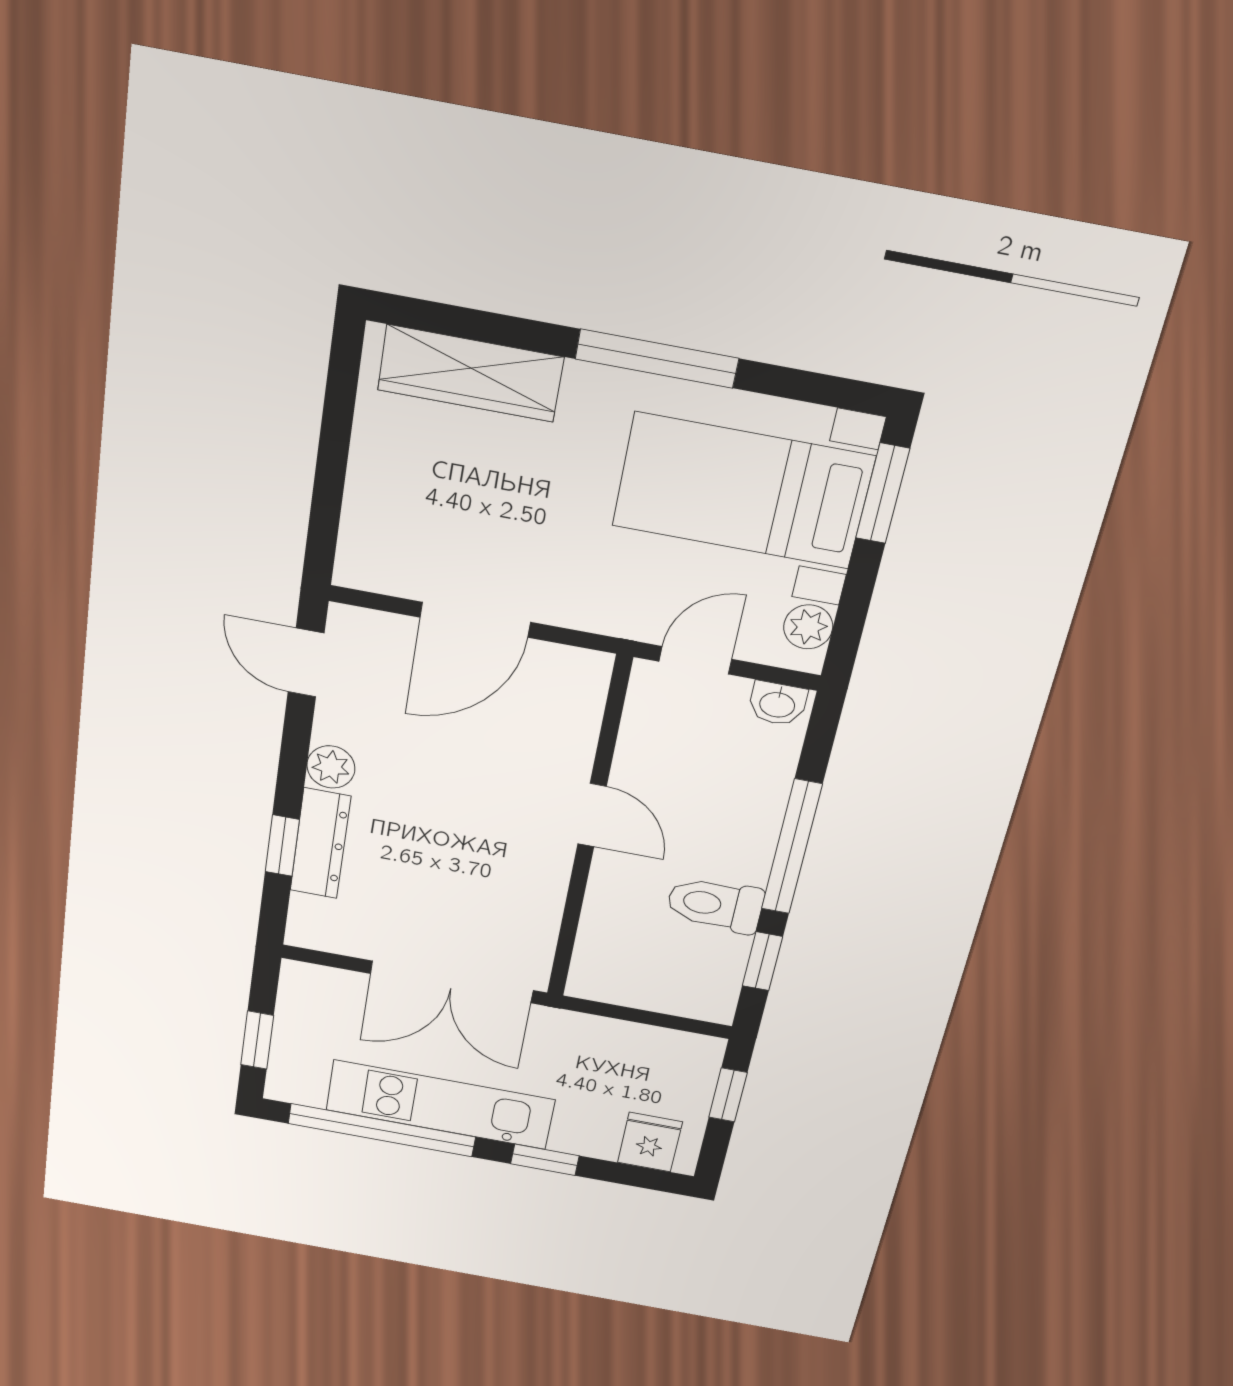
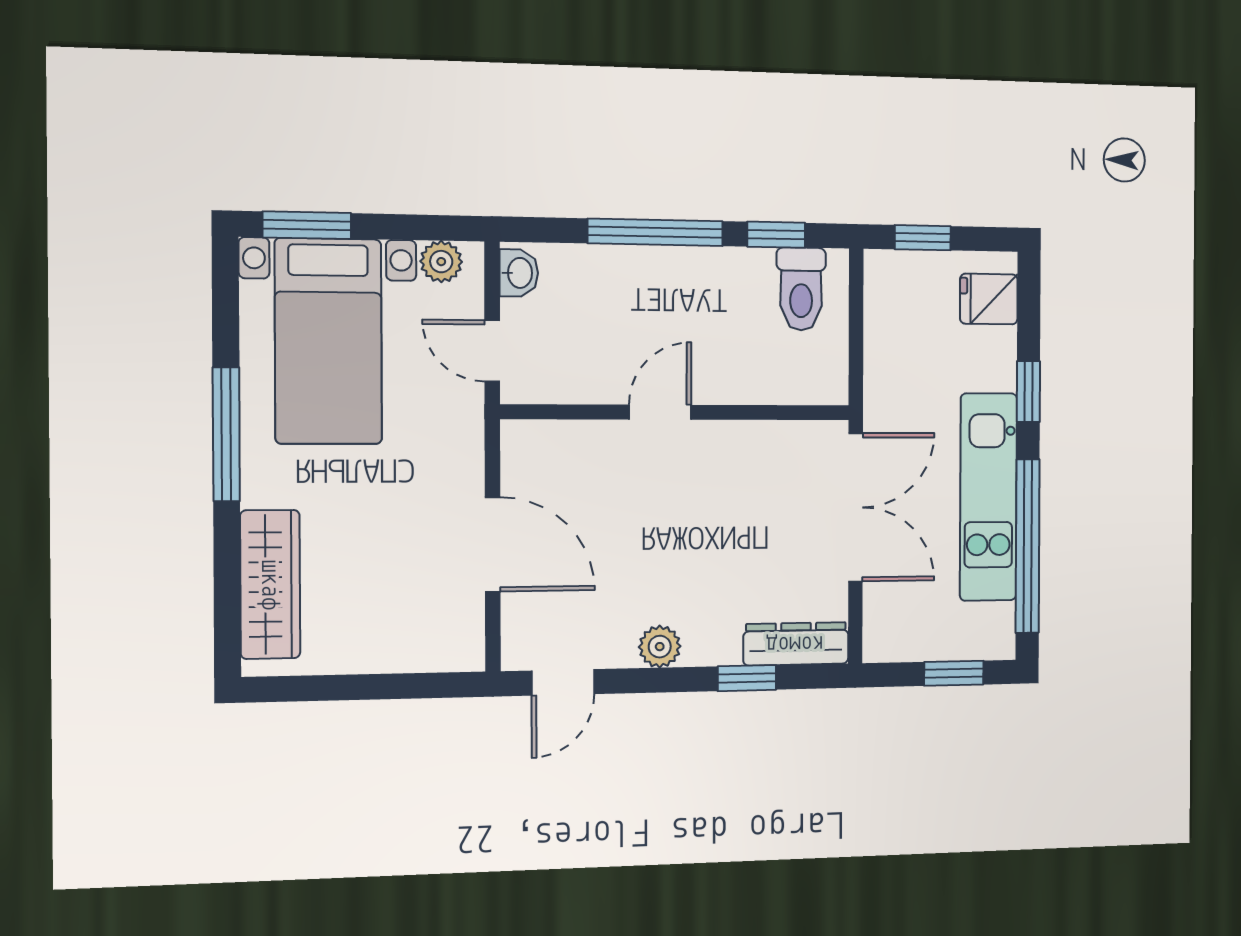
dresser: (320, 843) -> (796, 644), moved
toilet: (715, 905) -> (801, 289), moved

